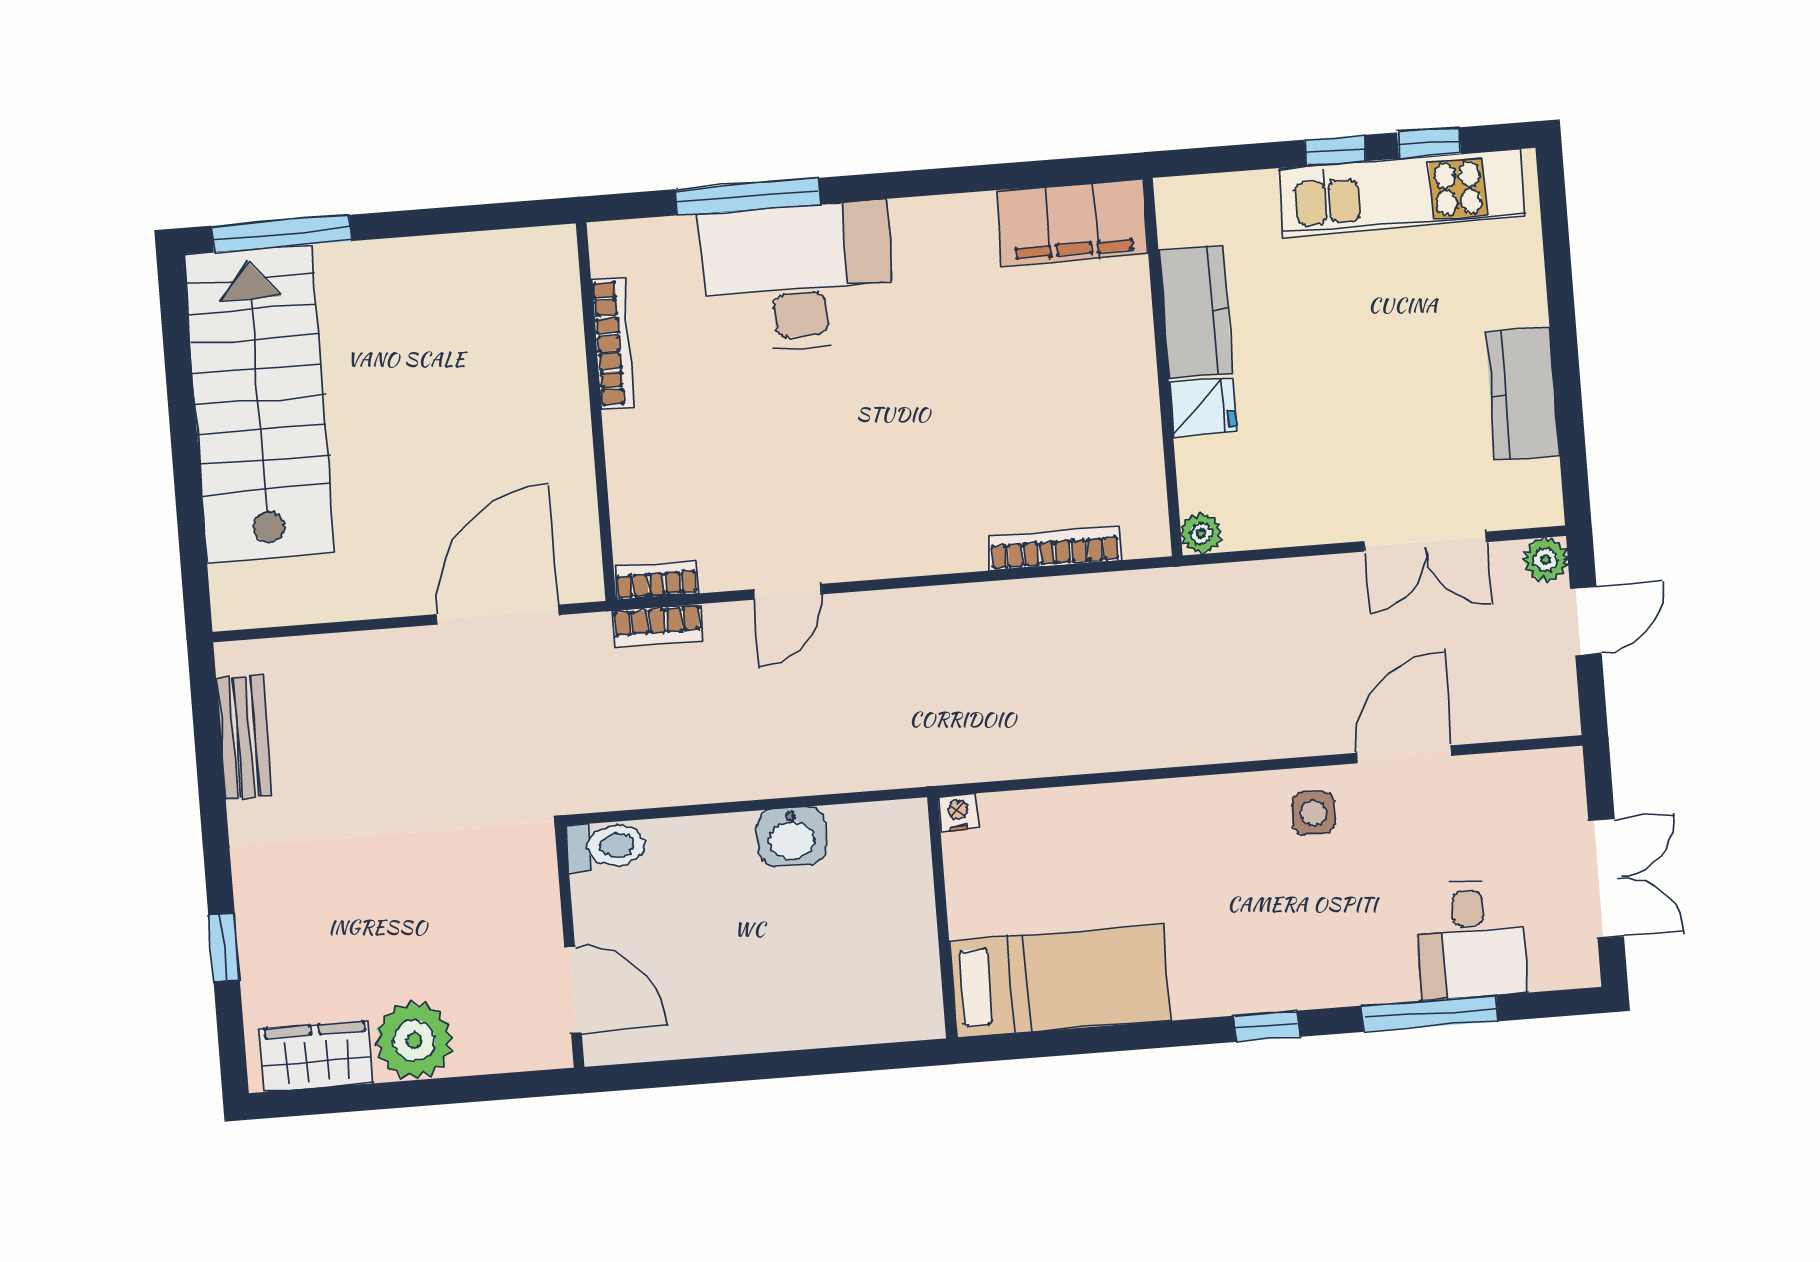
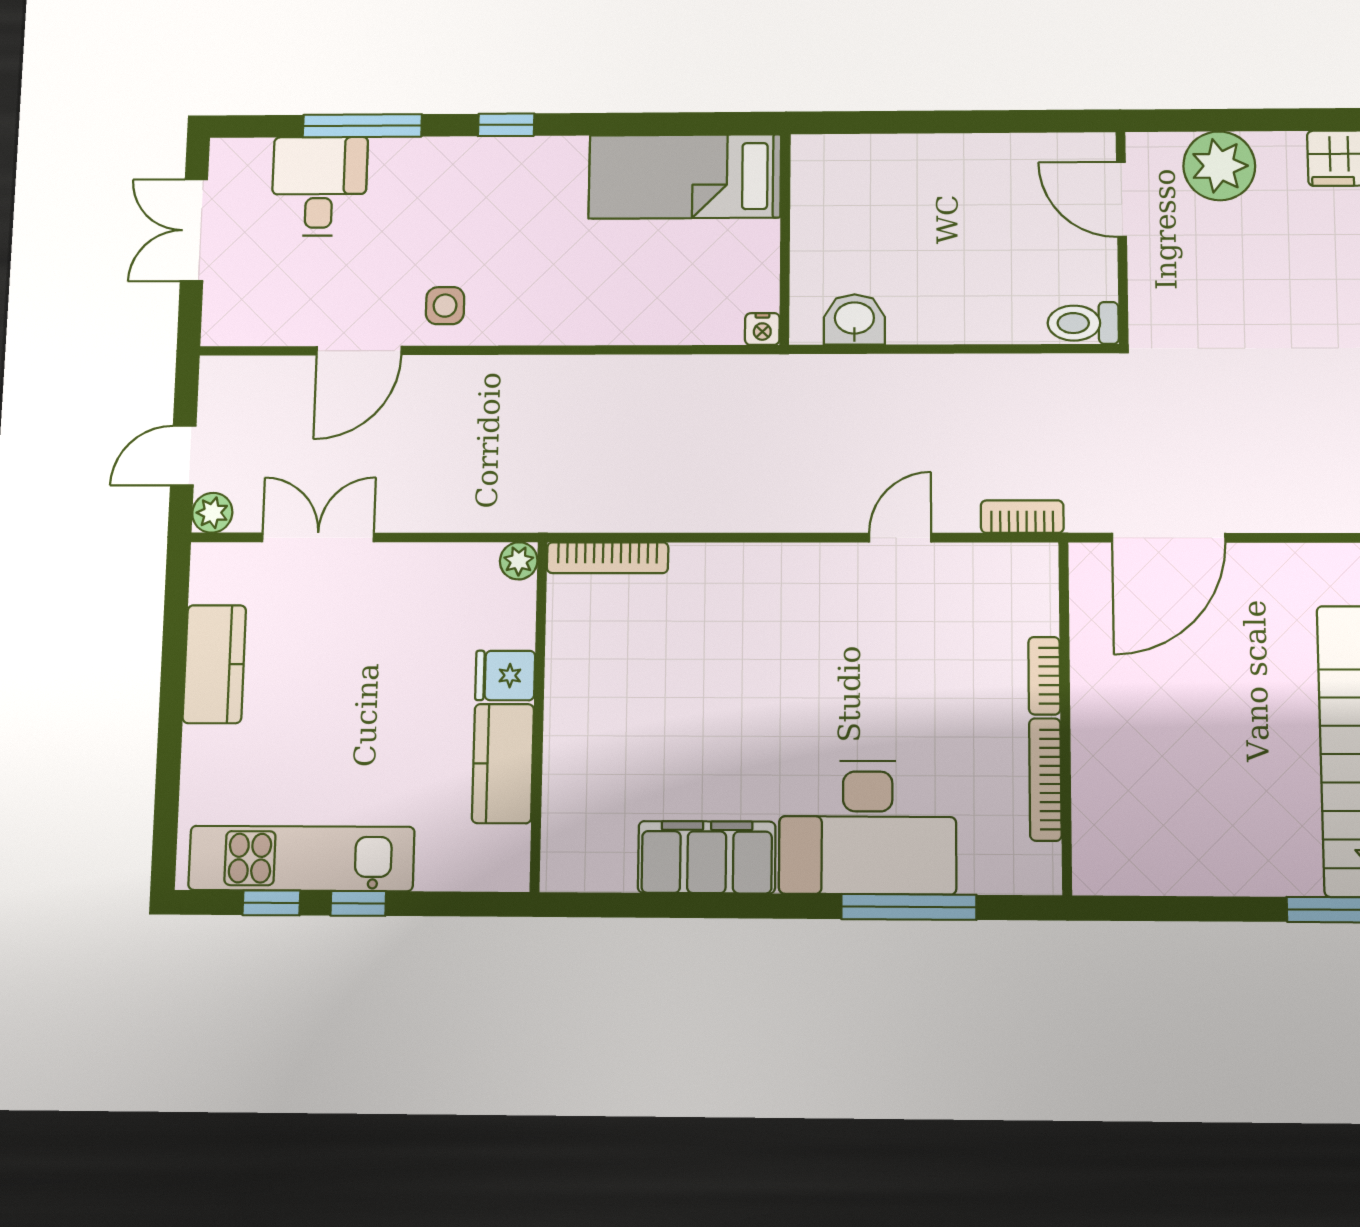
filing cabinet: (1072, 222) -> (707, 857), moved
bookcase: (1055, 548) -> (608, 558), moved
bookcase: (657, 580) -> (1044, 676), moved, turned 90
washbasin: (792, 836) -> (854, 319), moved
plant: (414, 1040) -> (1219, 166), moved

